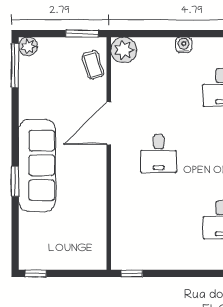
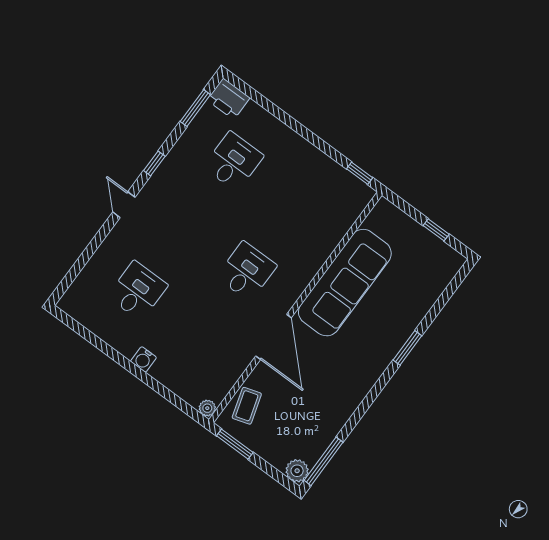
plant: (124, 50) -> (207, 408), width x0.53, depth x0.53
door: (109, 123) -> (274, 337), hinge flipped
sofa: (37, 165) -> (345, 283), moved, turned 180
window: (36, 273) -> (436, 230), moved

